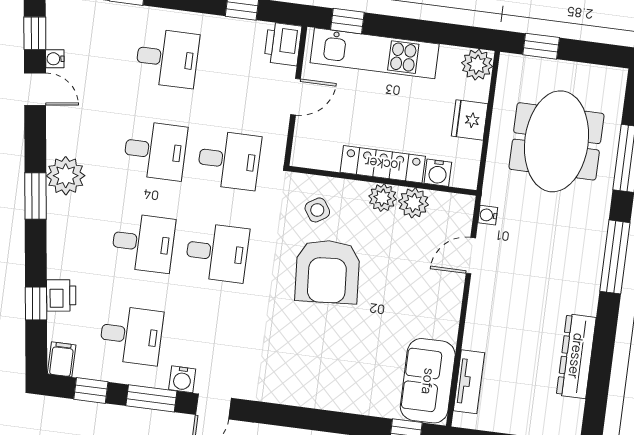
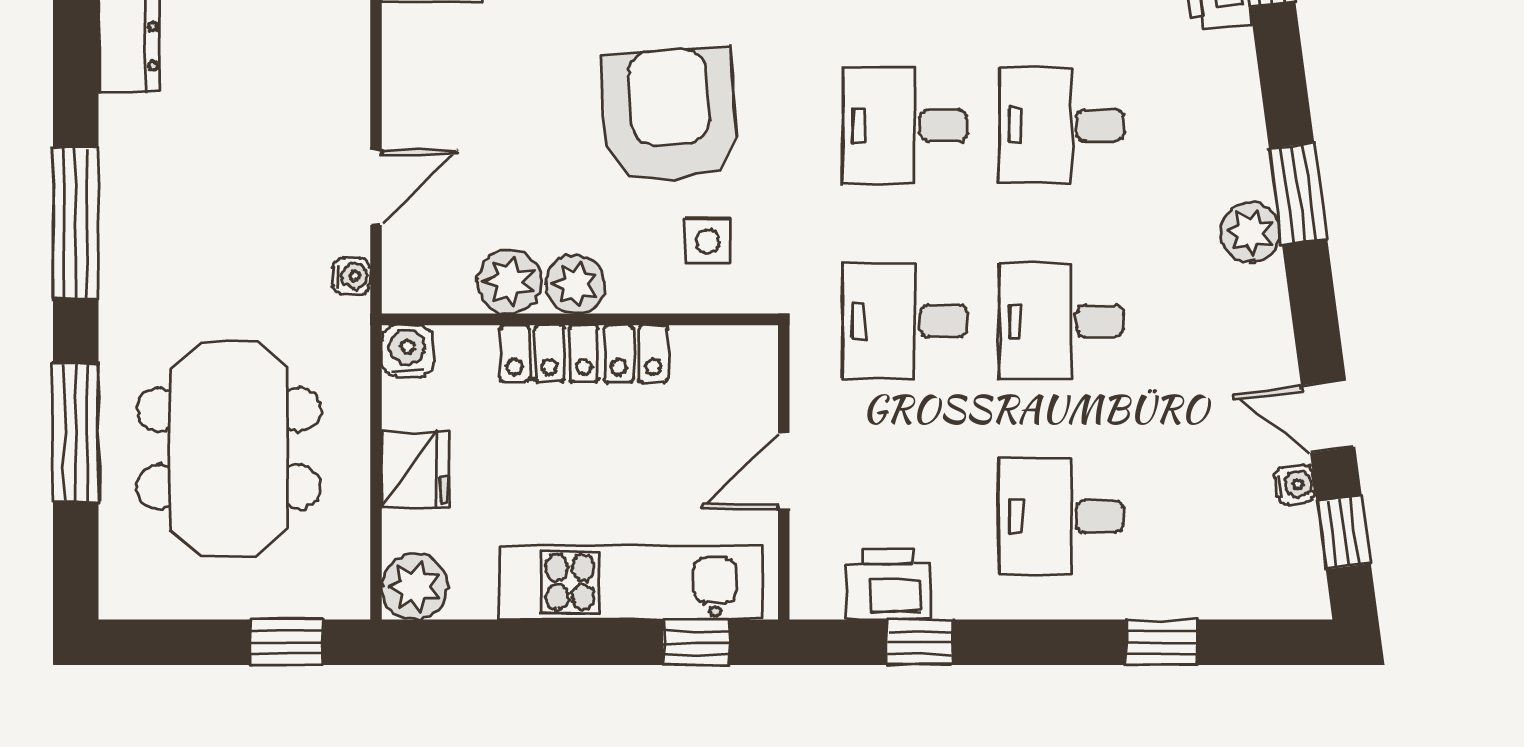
printer: (283, 44) -> (888, 585), moved, turned -90
water cooler: (438, 173) -> (407, 351), moved
plant: (66, 176) -> (1250, 232), width x0.73, depth x0.73
side table: (317, 210) -> (708, 241), turned 33

